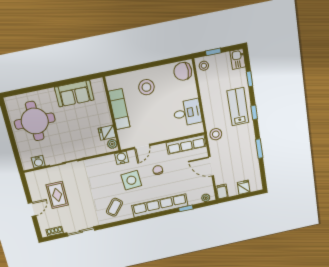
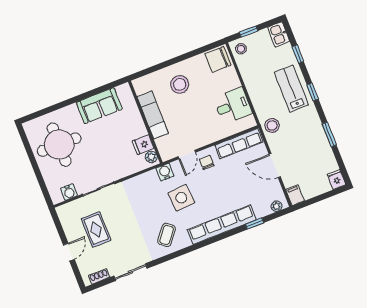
chair: (158, 170) -> (207, 162), moved
fridge: (244, 187) -> (337, 179), moved

